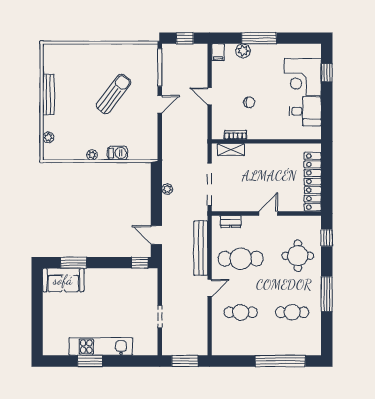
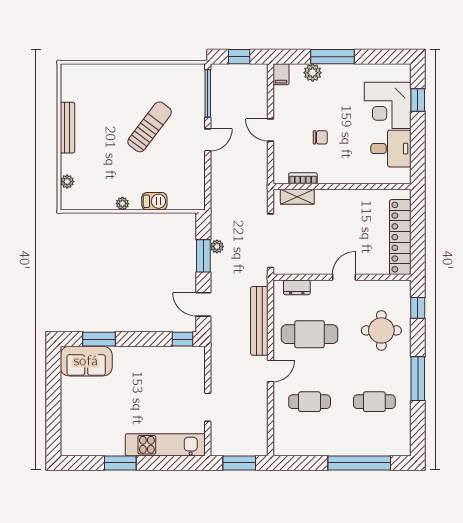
window: (156, 196) -> (203, 256), added
kitchen unit: (101, 347) -> (165, 445), moved

